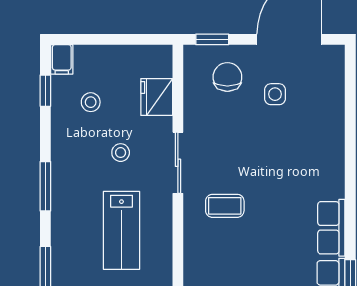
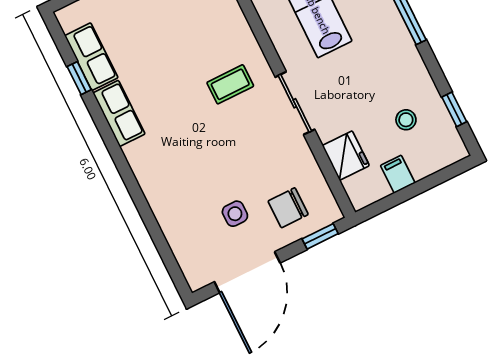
filing cabinet: (62, 59) -> (398, 174), moved
chair: (227, 77) -> (288, 208), turned 90
stool: (121, 153) -> (354, 86), removed

